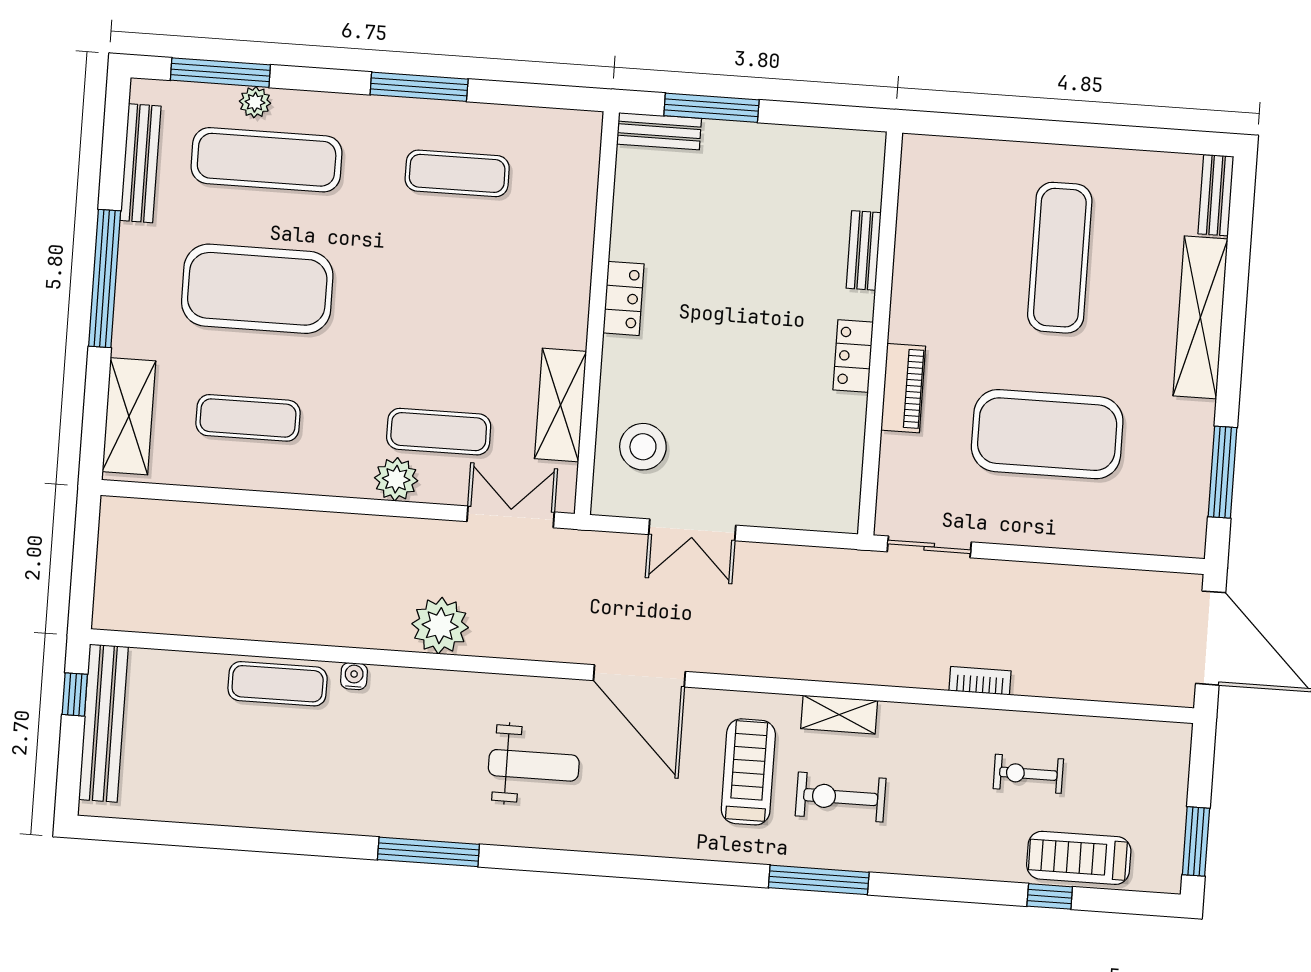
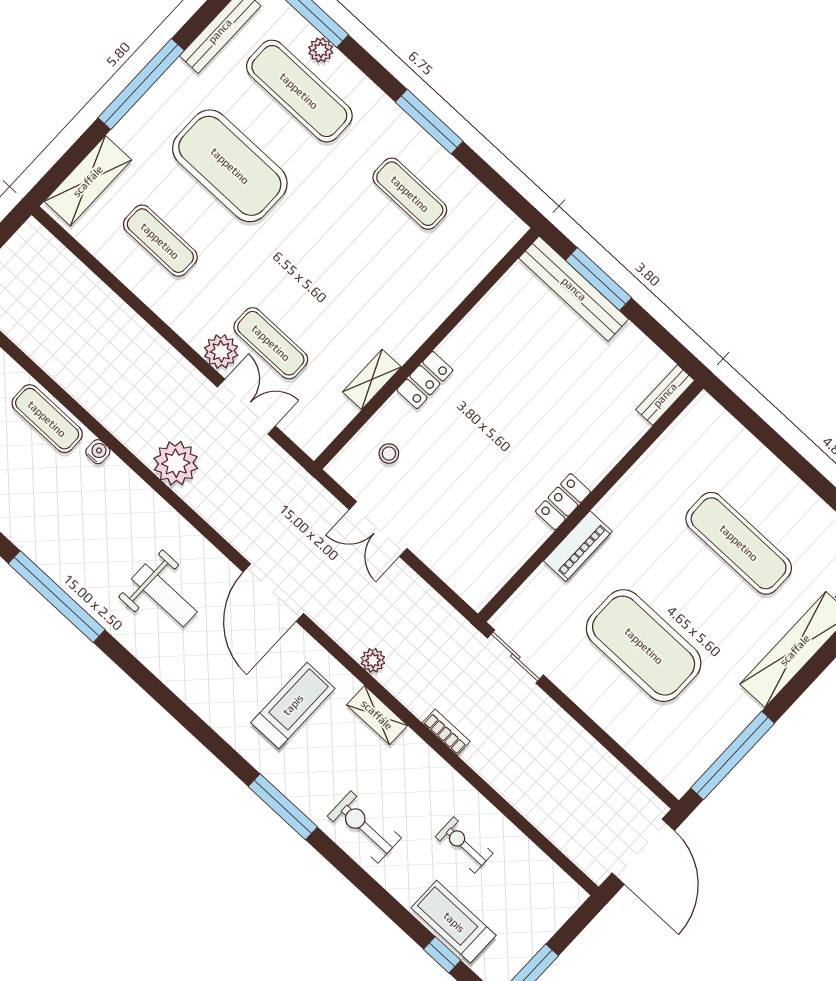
bench: (659, 131) -> (574, 289), width x1.86, depth x1.21
bench: (864, 250) -> (665, 395), moved
exercise mat: (1060, 258) -> (739, 543), turned 90
locker: (624, 298) -> (425, 380), moved
shelving: (560, 405) -> (372, 379), width x0.67, depth x0.75
stool: (643, 447) -> (389, 454), width x0.53, depth x0.53
window: (1222, 472) -> (733, 756), width x1.46
double door: (511, 517) -> (246, 407), moved
plant: (792, 664) -> (373, 660), added
bookcase: (980, 681) -> (446, 732), moved
exercise bike: (841, 797) -> (364, 827), moved
window: (428, 852) -> (57, 597), width x1.46
window: (1050, 896) -> (442, 955), moved

